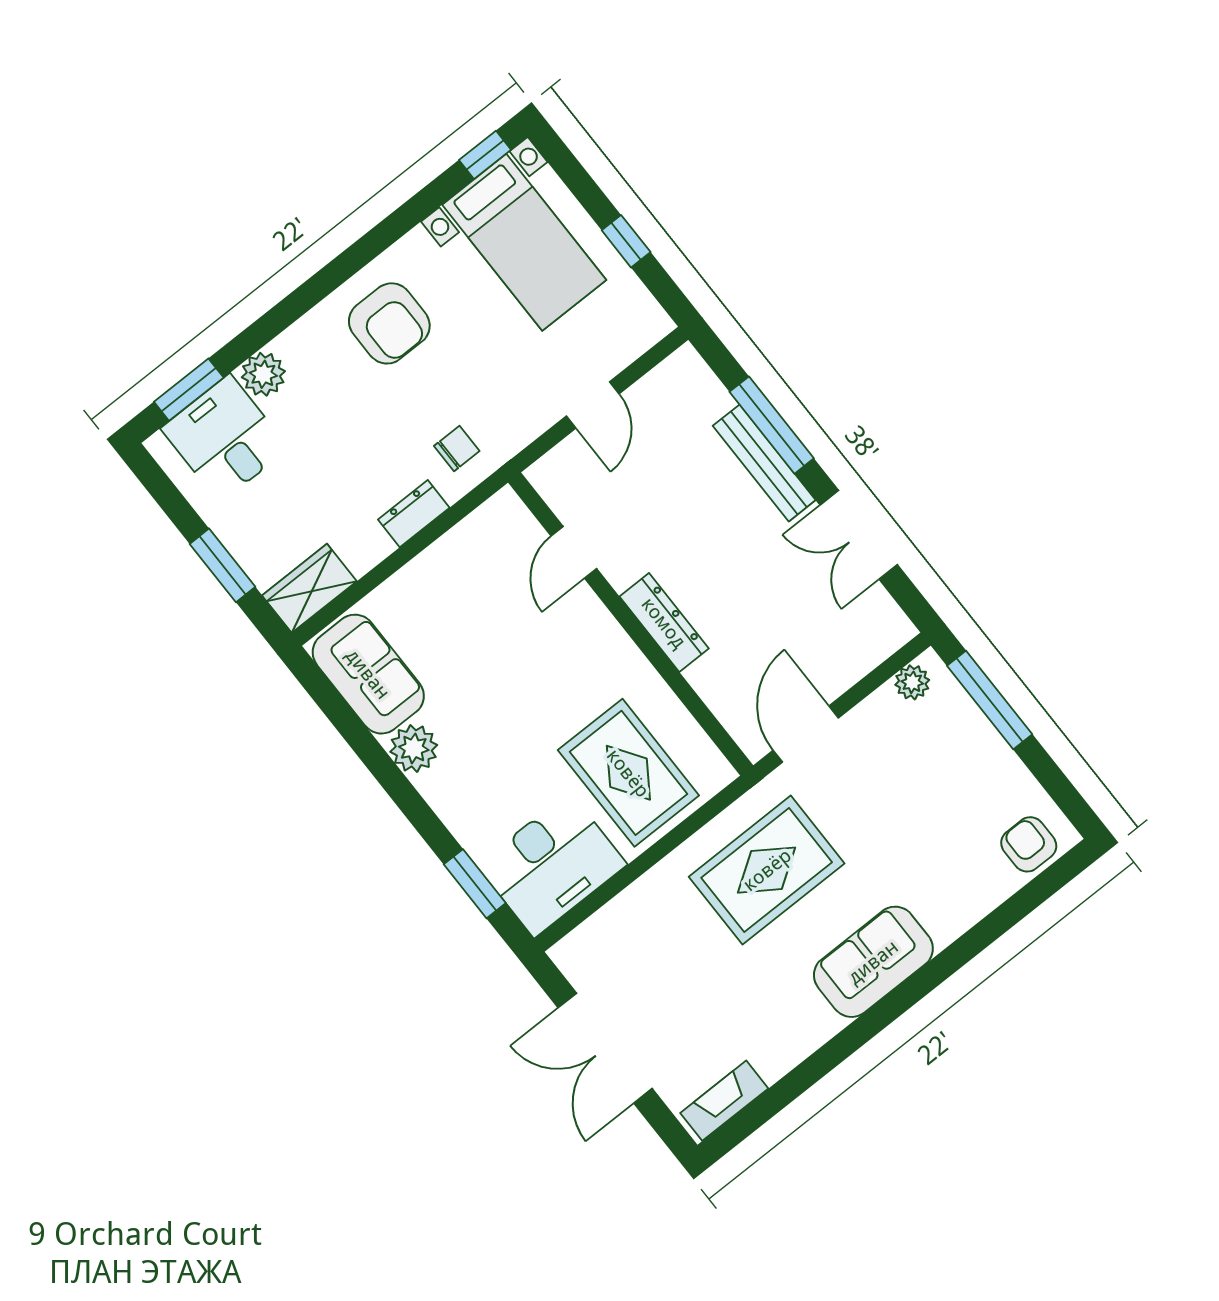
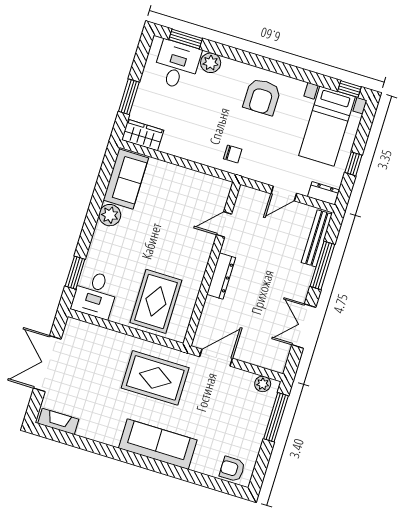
bench: (764, 463) -> (317, 238), moved
dresser: (414, 514) -> (324, 193), moved
armchair: (1029, 844) -> (232, 469), turned -90
desk: (552, 865) -> (95, 294), width x0.73
sofa: (873, 962) -> (158, 444), width x1.36

